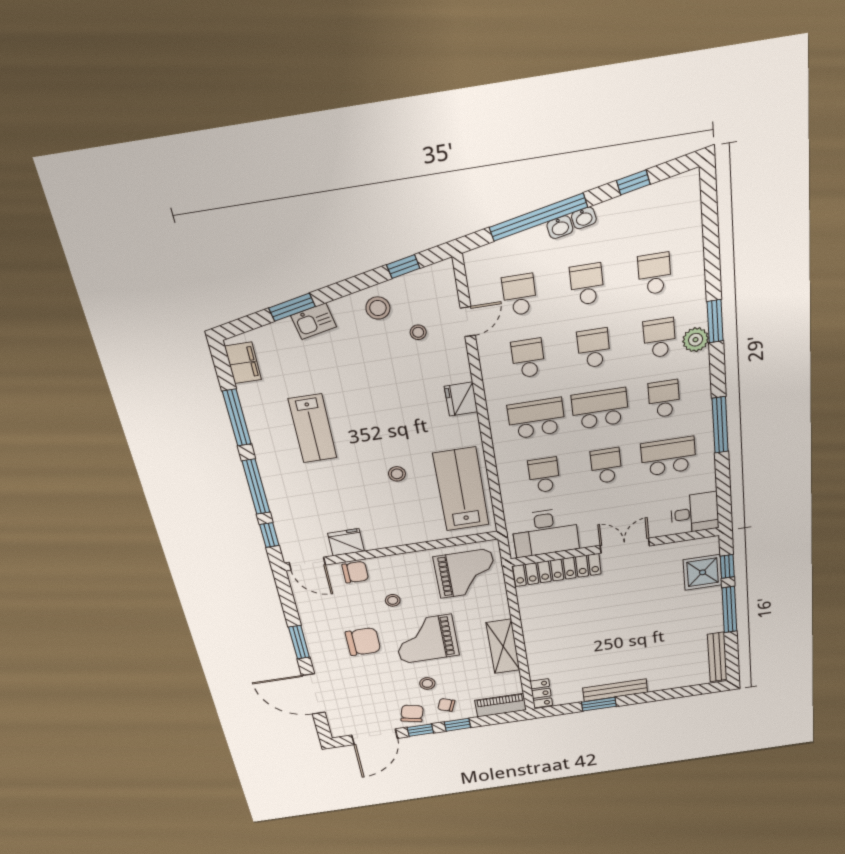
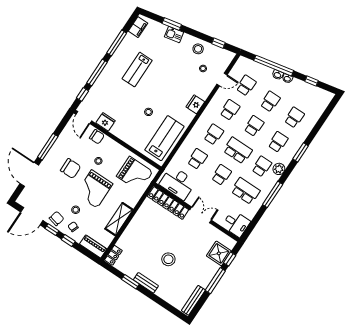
plant: (696, 340) -> (279, 169), moved
school desk: (536, 418) -> (214, 134), width x0.54
stool: (629, 638) -> (168, 259), added
grand piano: (426, 639) -> (94, 189), turned -90
window: (299, 642) -> (48, 147), width x1.44
bench: (615, 690) -> (146, 283), width x0.73

